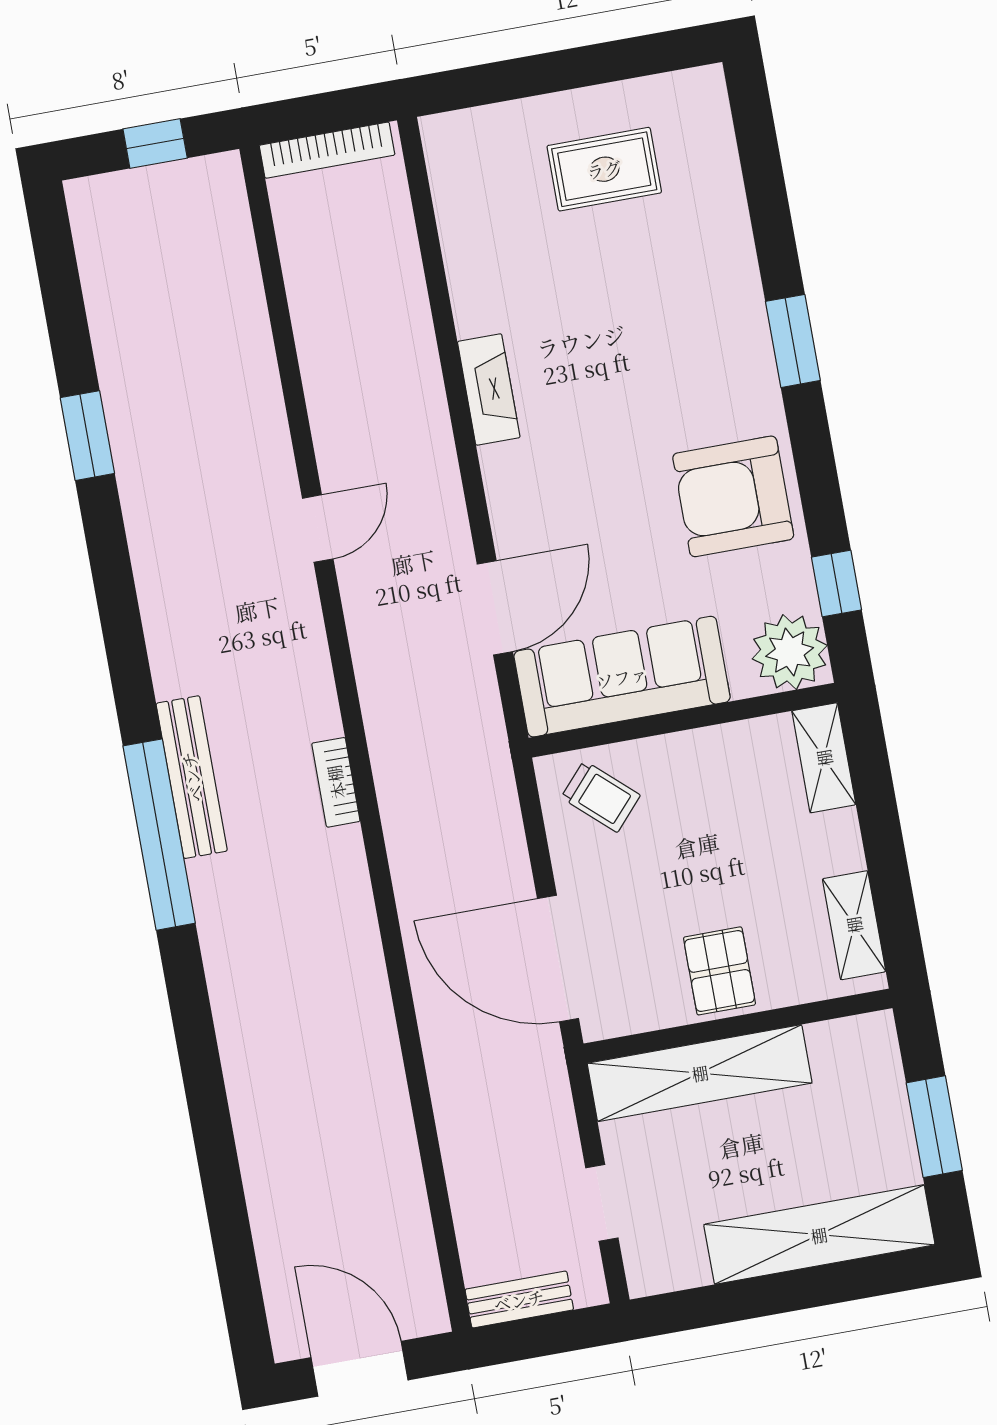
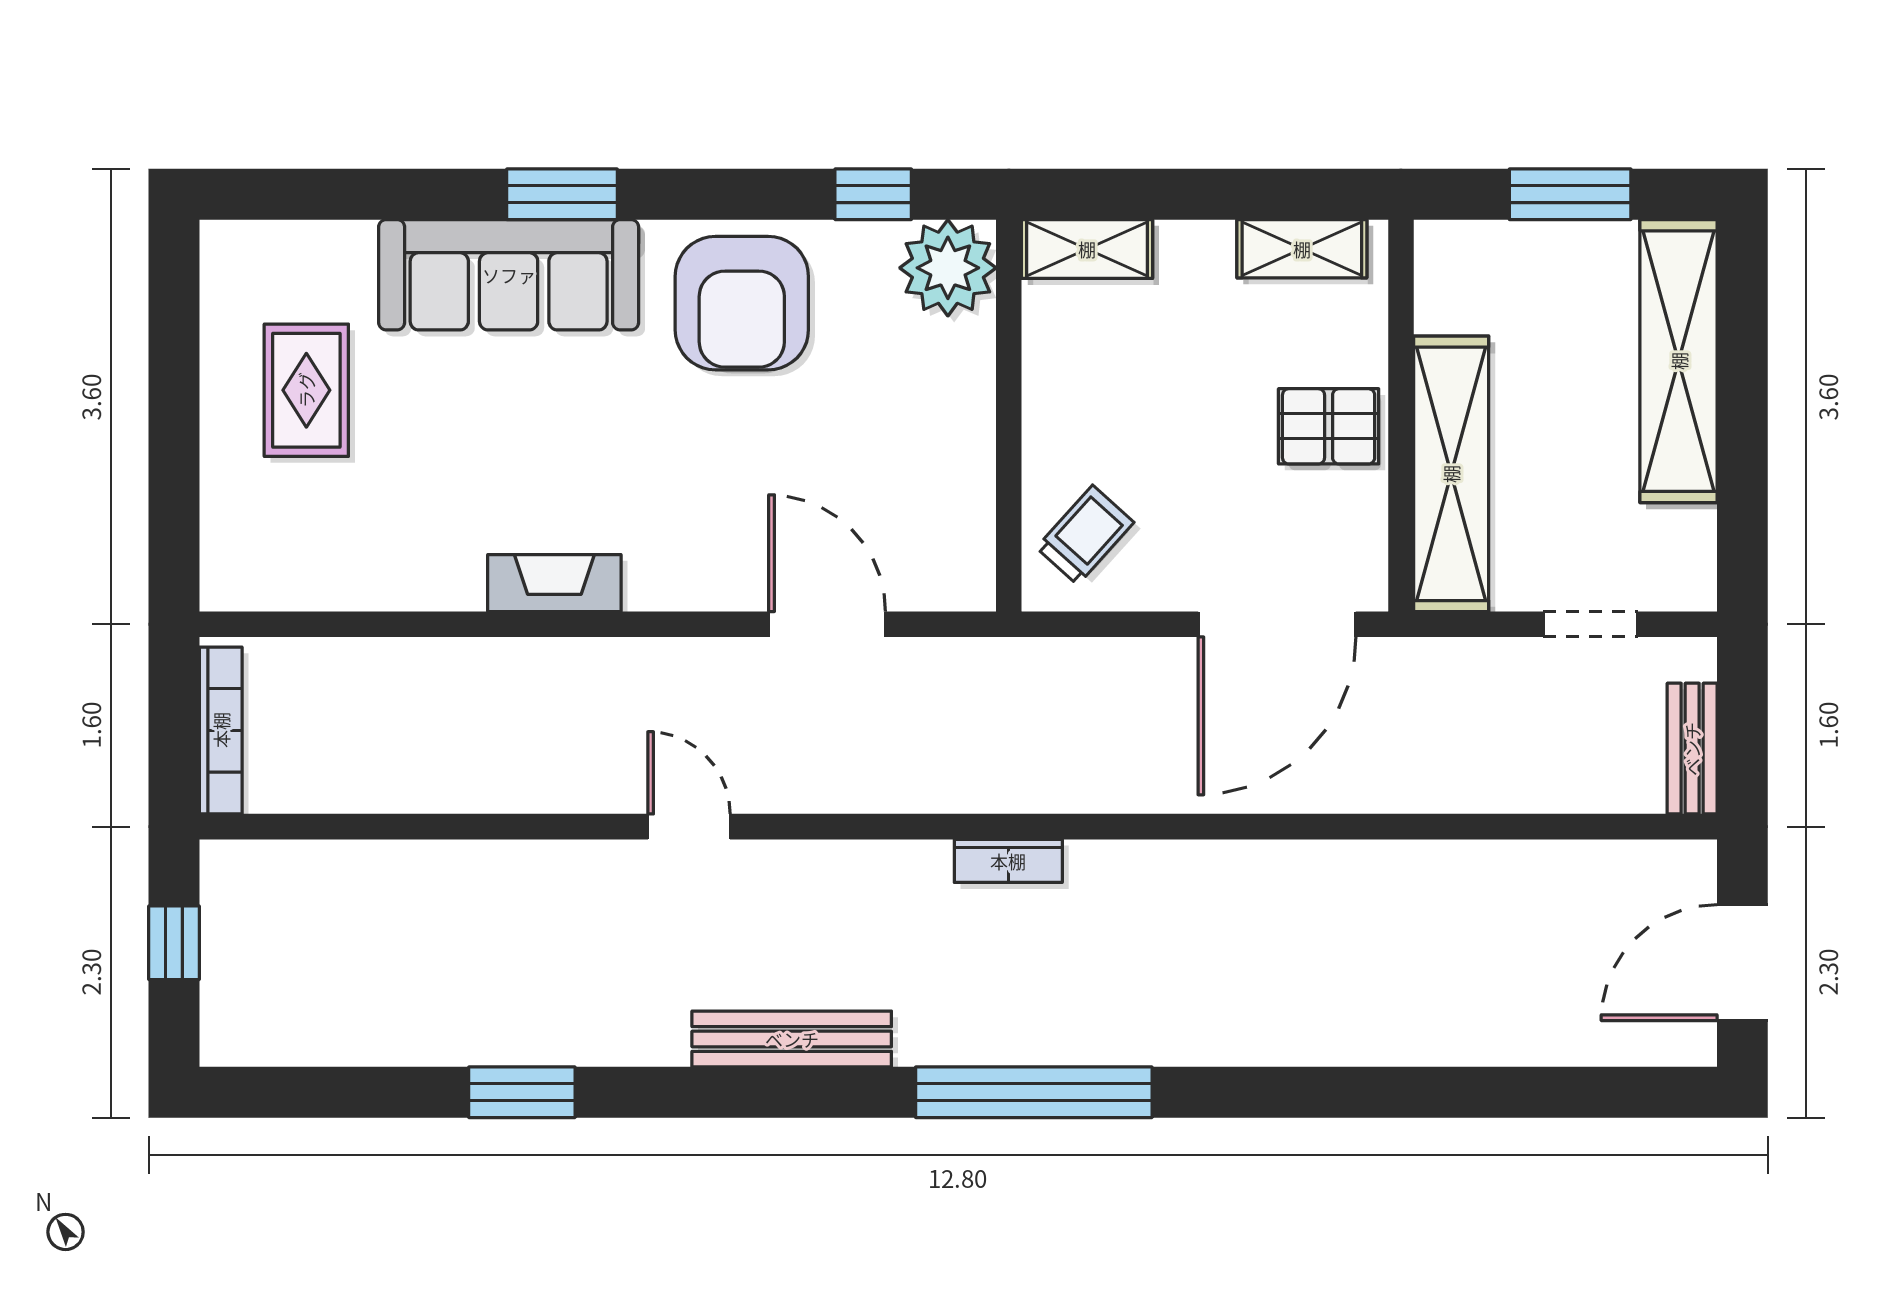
sofa: (622, 677) -> (509, 275), moved, turned -90
bench: (192, 777) -> (792, 1039), moved

